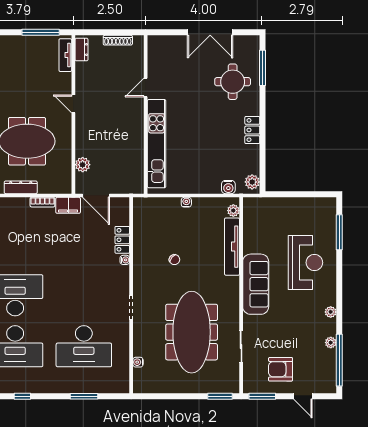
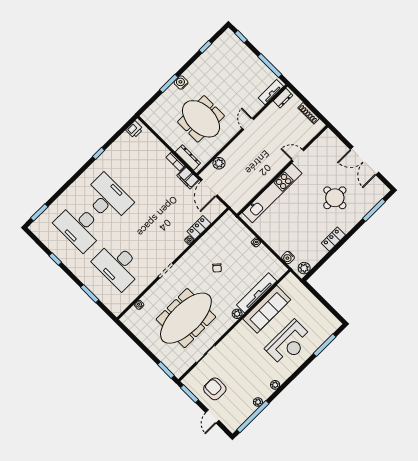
round table: (233, 82) -> (335, 198), moved
dresser: (21, 187) -> (188, 158), moved
plant: (233, 211) -> (237, 314), moved
sofa: (256, 284) -> (267, 309), moved

